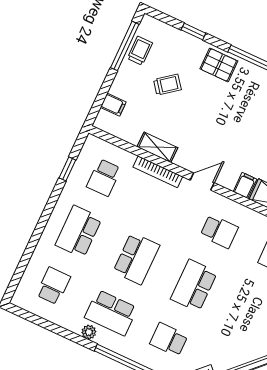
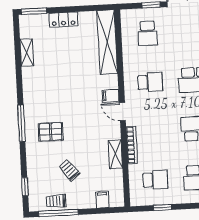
window: (193, 32) -> (25, 187), moved
pallet: (219, 65) -> (51, 132), moved, turned 90
filing cabinet: (245, 185) -> (110, 96), moved
school desk: (219, 231) -> (150, 82), turned 90

